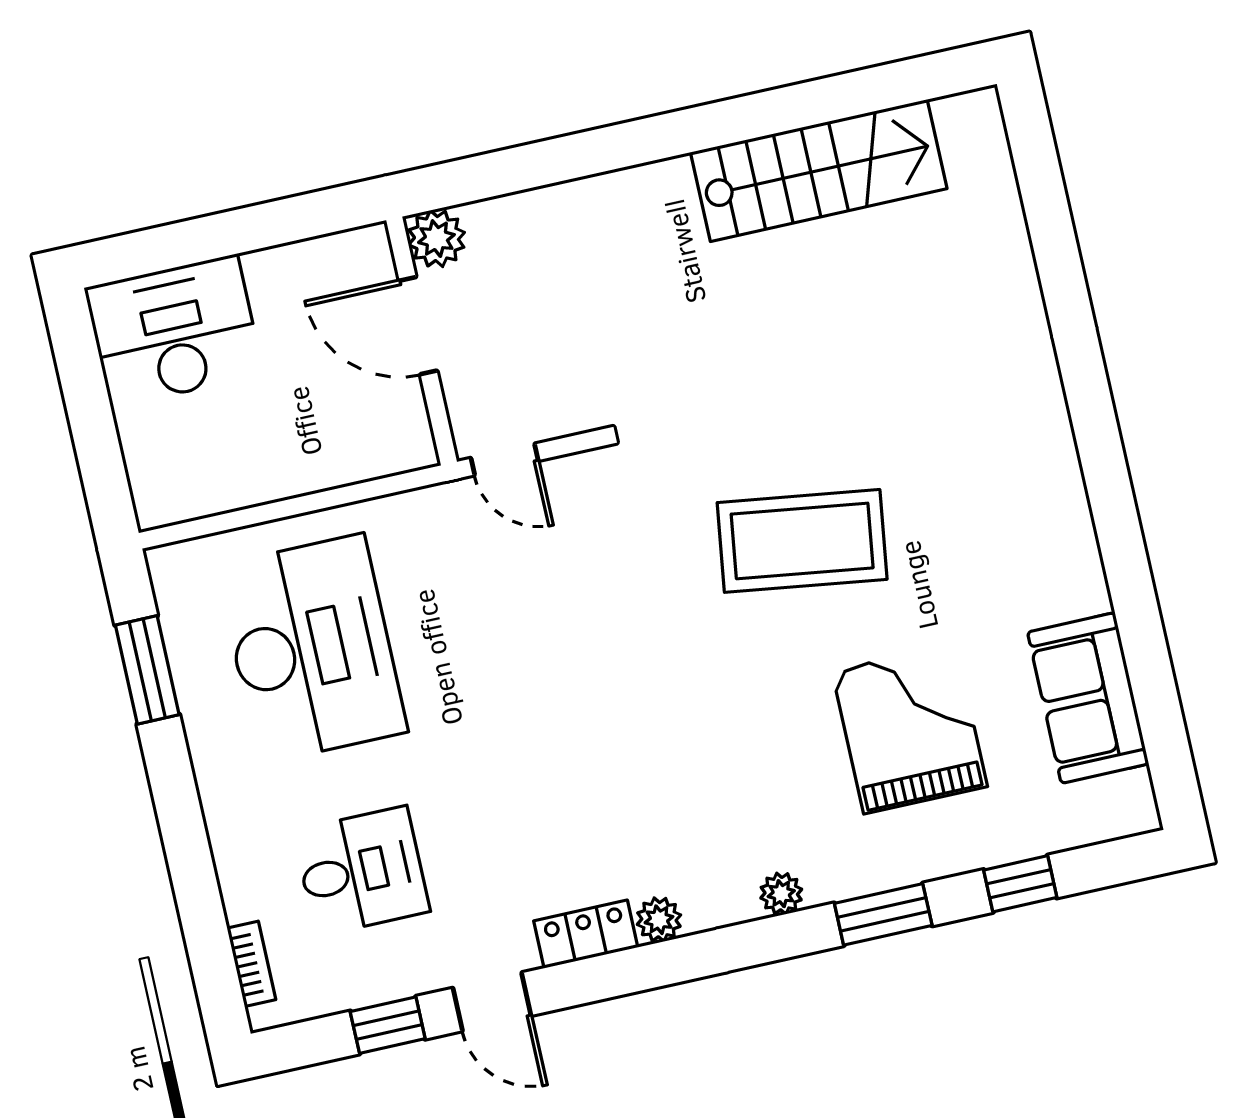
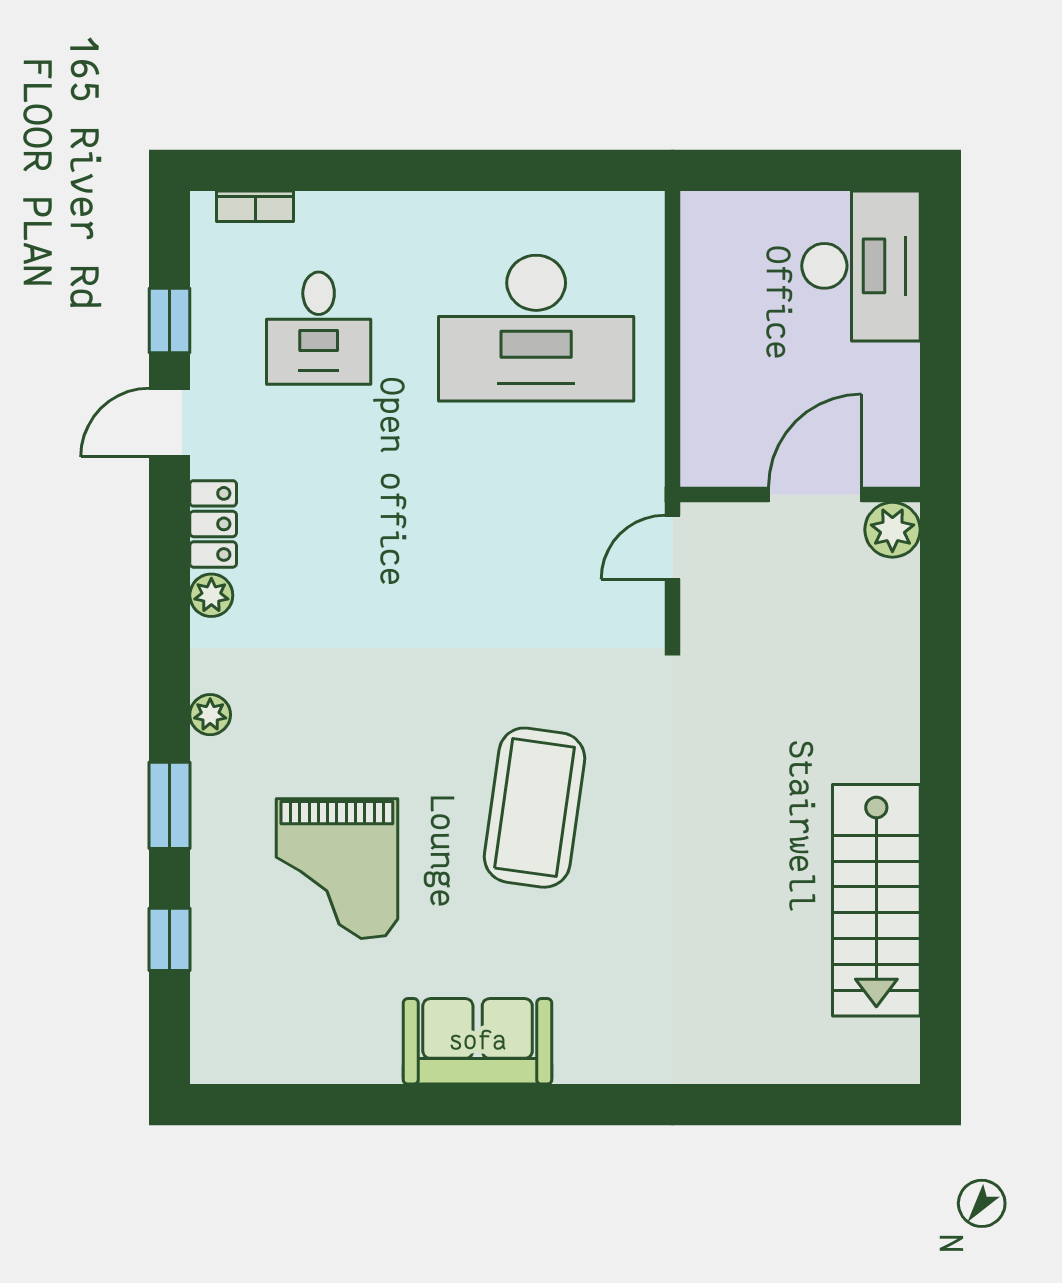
window: (147, 670) -> (551, 170), removed
sofa: (1088, 698) -> (478, 1041), moved
grand piano: (910, 729) -> (337, 869), turned 90

